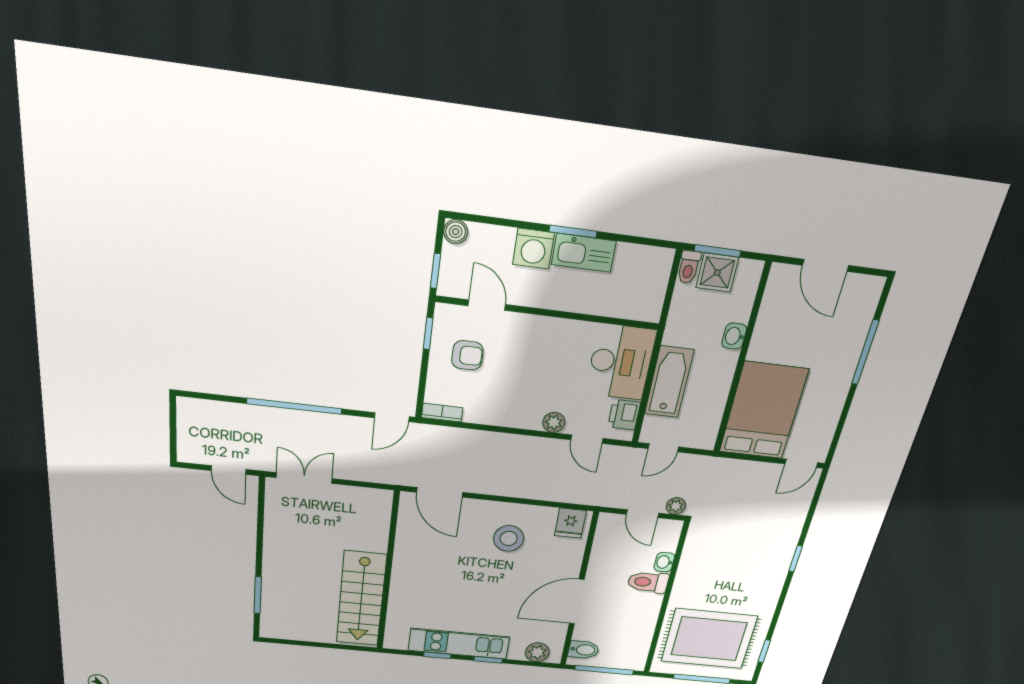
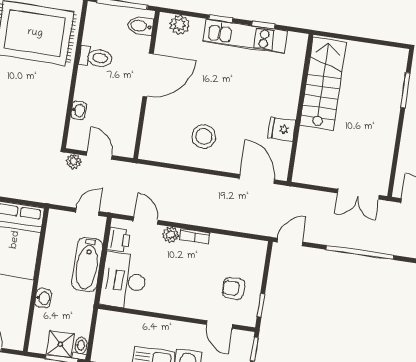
bookcase: (442, 413) -> (195, 236), moved
fridge: (570, 523) -> (282, 129), moved, turned -90
toilet: (648, 582) -> (96, 57), moved

